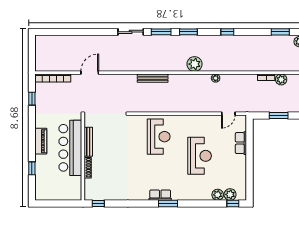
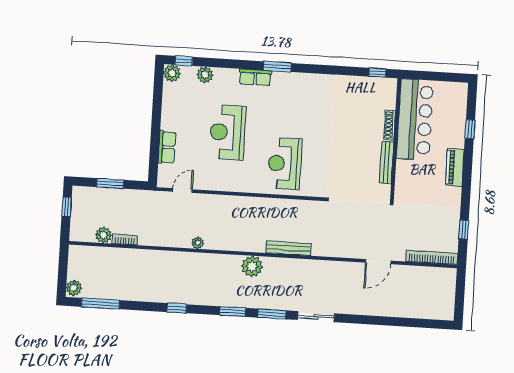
window: (280, 32) -> (100, 304), width x1.44
plant: (195, 64) -> (252, 266), moved
bar counter: (70, 148) -> (415, 120), moved
plant: (230, 194) -> (172, 73), moved
row of seats: (160, 195) -> (255, 77), moved

